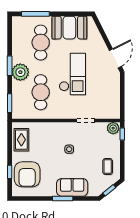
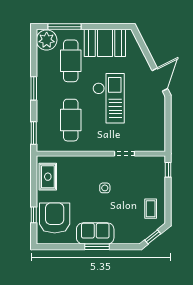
plant: (20, 72) -> (47, 40), moved
plant: (113, 128) -> (157, 163), removed
armchair: (27, 174) -> (55, 218), turned 180
sofa: (72, 187) -> (95, 233), moved

